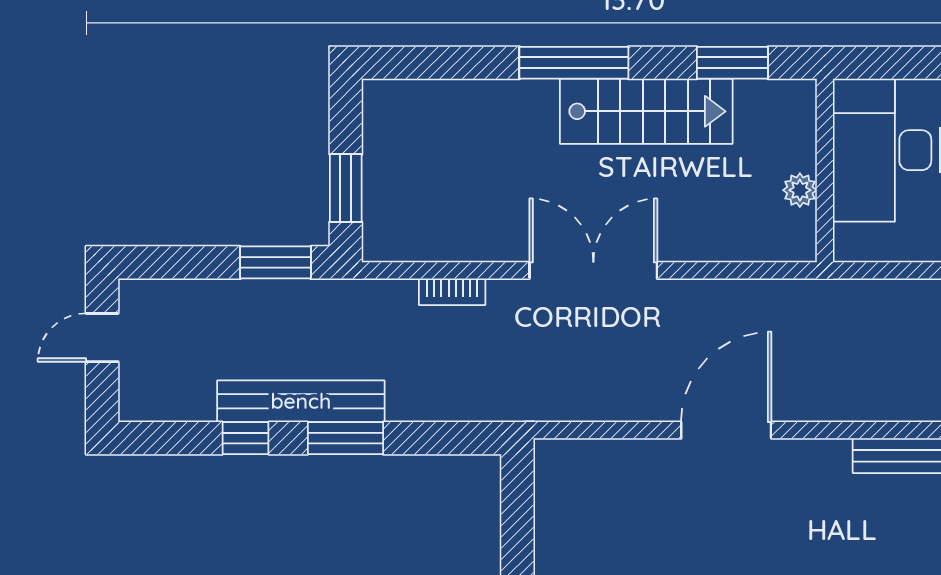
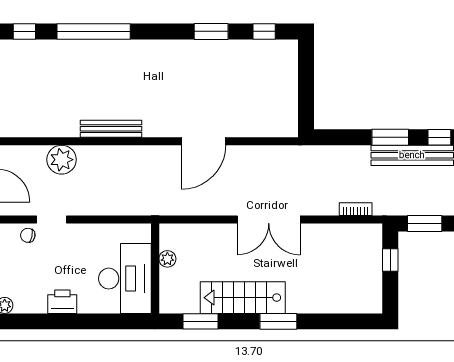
window: (574, 63) -> (278, 321), width x0.69
window: (346, 188) -> (390, 260), width x0.67
bookcase: (452, 292) -> (356, 209), moved

